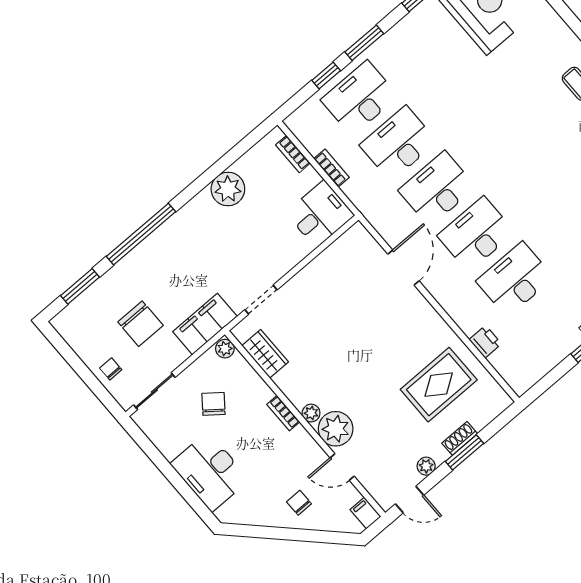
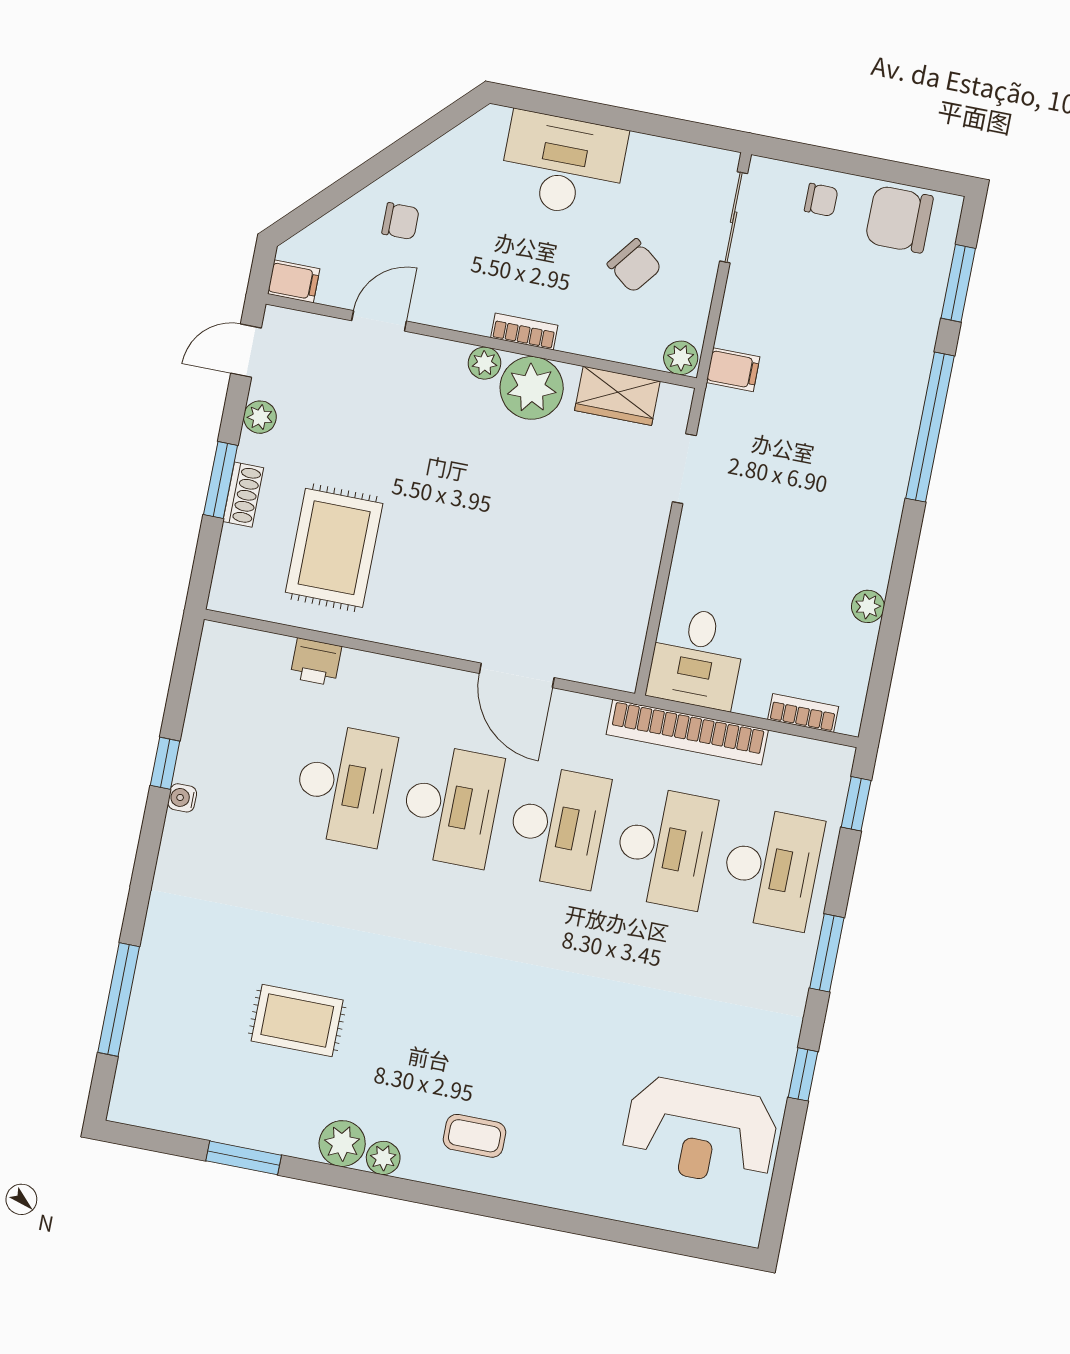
window: (326, 75) -> (856, 804), moved
bookcase: (332, 168) -> (687, 732), width x2.31, depth x1.31
plant: (228, 189) -> (868, 606), width x0.53, depth x0.53
chair: (140, 324) -> (899, 219), moved
filing cabinet: (205, 324) -> (733, 370), width x0.33, depth x0.86
plant: (336, 429) -> (532, 388), moved

